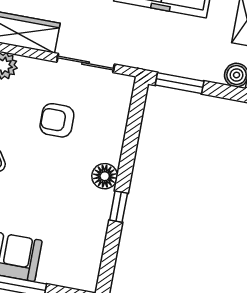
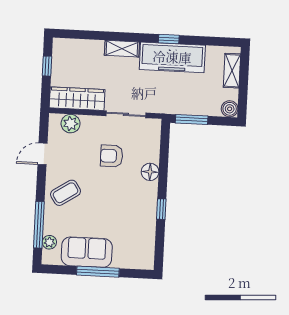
floor lamp: (105, 176) -> (150, 172), moved

